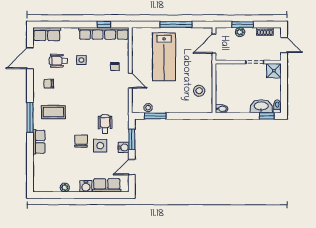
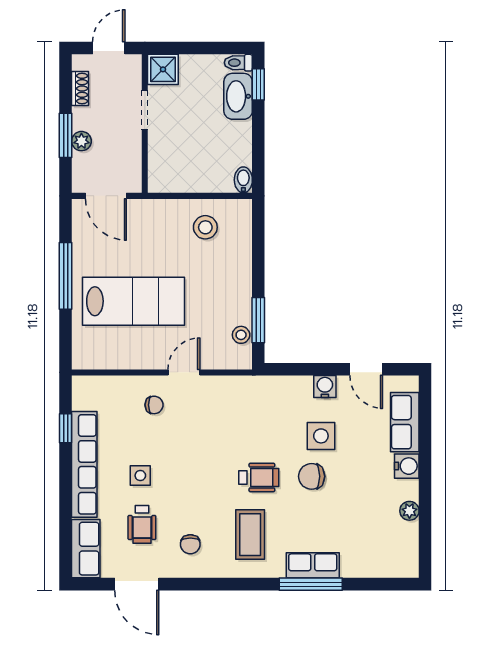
row of seats: (104, 33) -> (84, 464), moved
window: (30, 118) -> (311, 584), moved
wheelchair: (105, 124) -> (259, 477), moved, turned 180
window: (132, 139) -> (308, 369), removed

